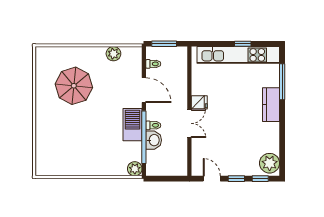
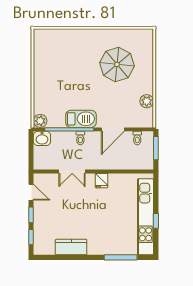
kitchen counter: (271, 105) -> (71, 247), moved
double door: (189, 123) -> (72, 171), moved
washbasin: (154, 140) -> (42, 138), moved
plant: (270, 163) -> (45, 246), removed
door: (212, 179) -> (31, 192), hinge flipped

